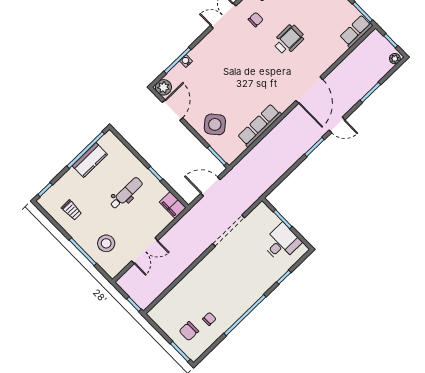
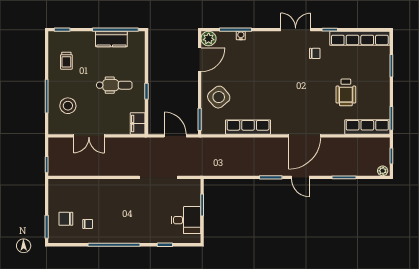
row of seats: (356, 31) -> (367, 127), width x1.48
wheelchair: (289, 40) -> (346, 92), moved, turned 90

